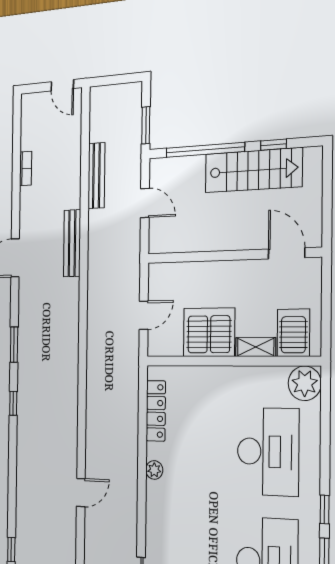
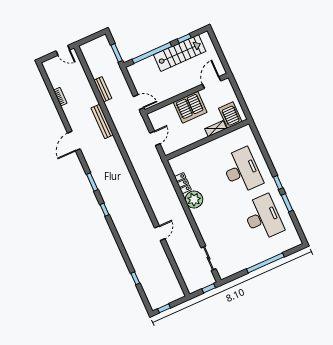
bench: (96, 176) -> (103, 89), width x0.73
door: (145, 203) -> (139, 102), moved
door: (287, 253) -> (212, 82), hinge flipped
server rack: (209, 332) -> (190, 107), moved, turned 180
plant: (305, 383) -> (245, 134), removed
locker: (156, 411) -> (183, 183), width x0.66
plant: (154, 470) -> (194, 199), width x1.87, depth x1.87

